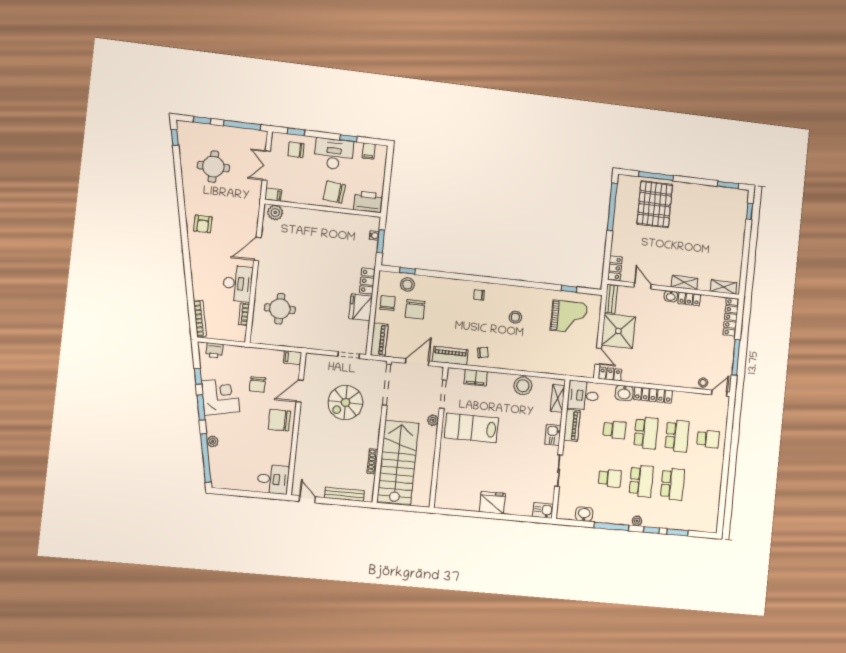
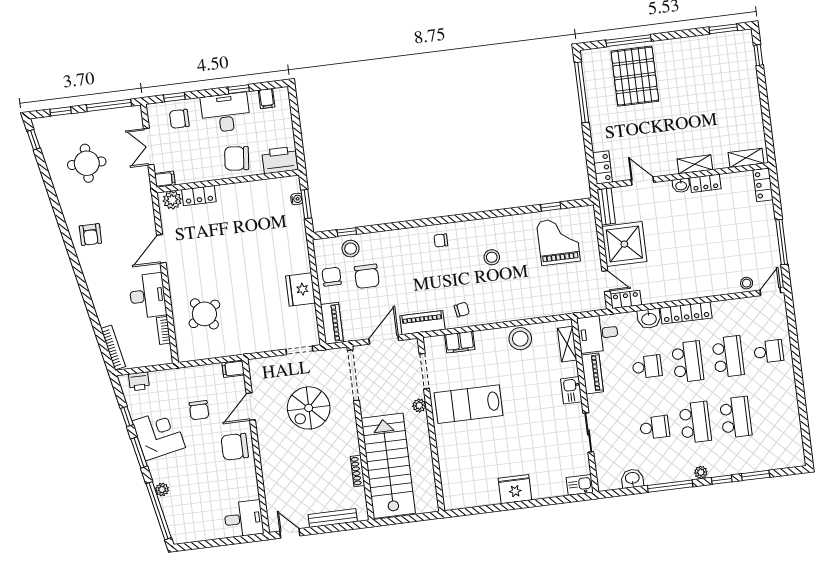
locker: (367, 281) -> (199, 196), moved, turned -90
round table: (280, 309) -> (204, 314), turned -34
grand piano: (569, 317) -> (558, 241), turned -90
locker: (731, 317) -> (763, 185), width x0.66

